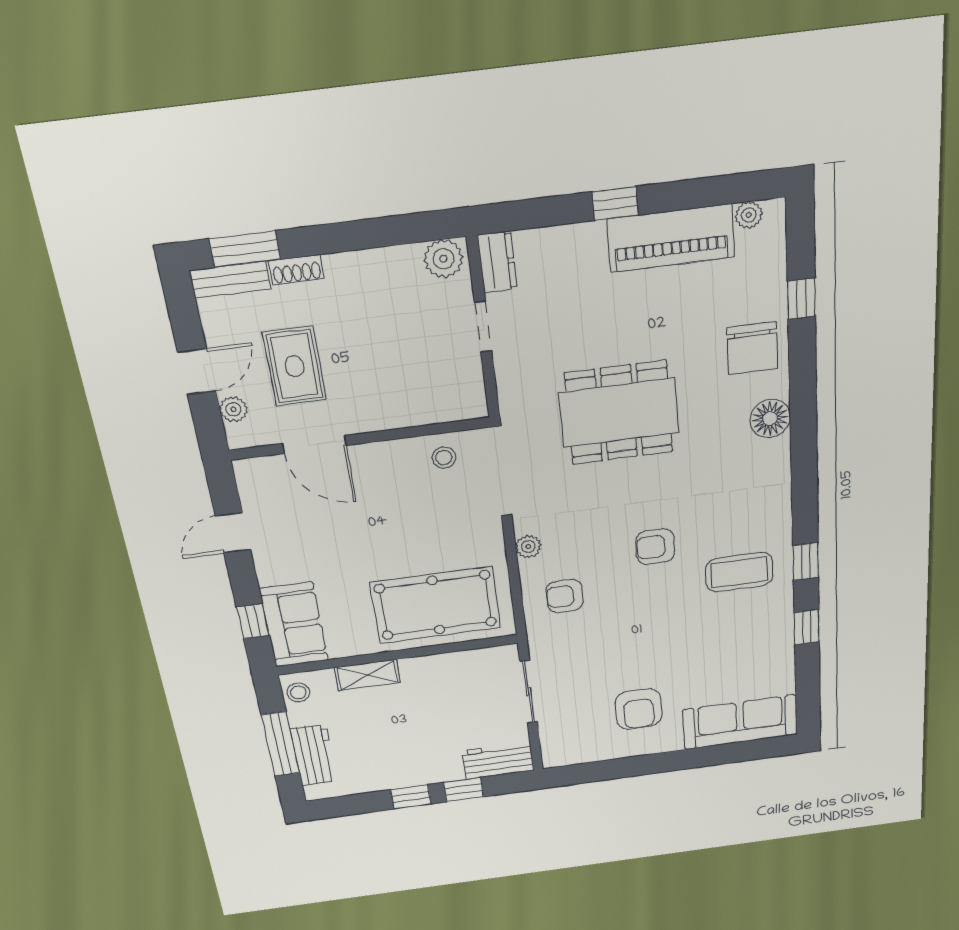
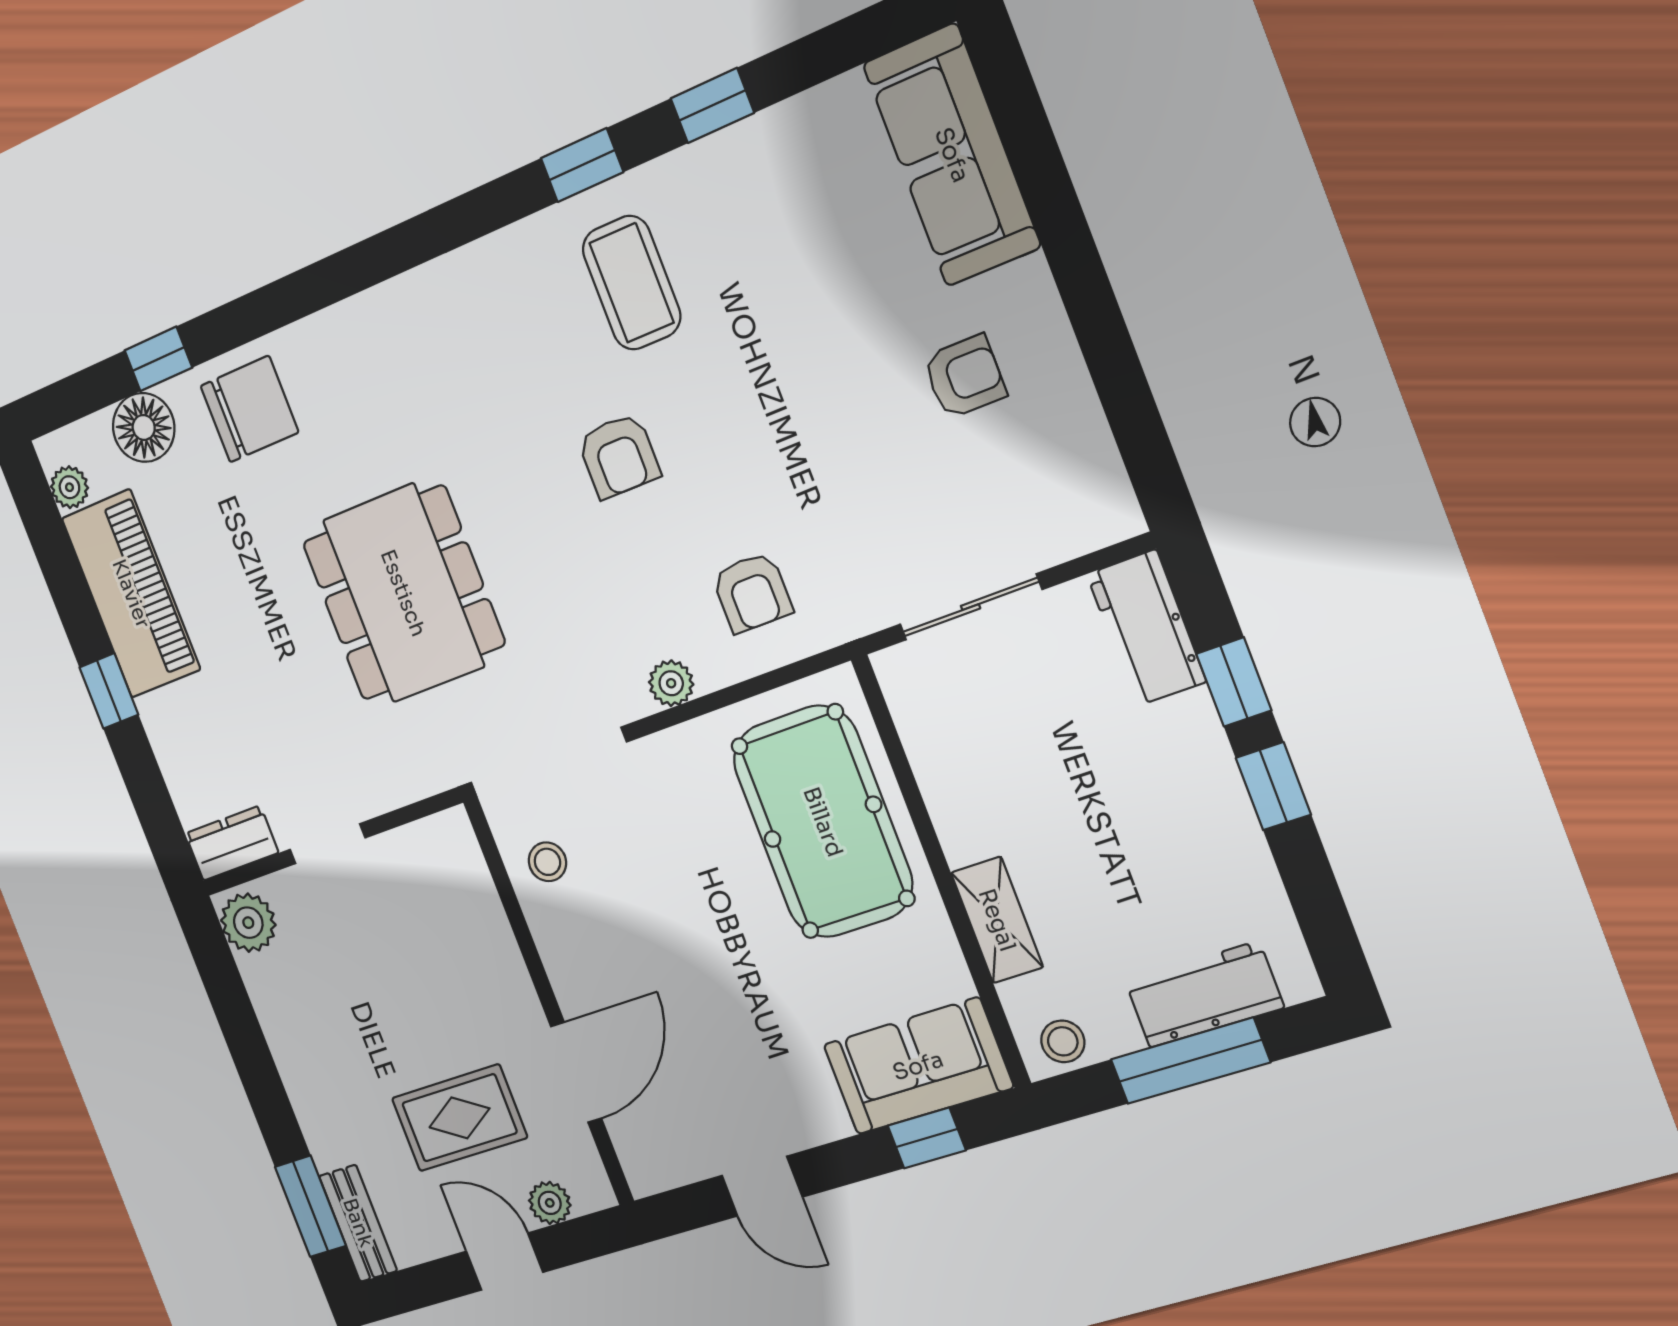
shoe rack: (296, 270) -> (319, 1131), removed
floor lamp: (770, 419) -> (144, 427), moved
armchair: (639, 709) -> (964, 377), width x0.72, depth x0.72

